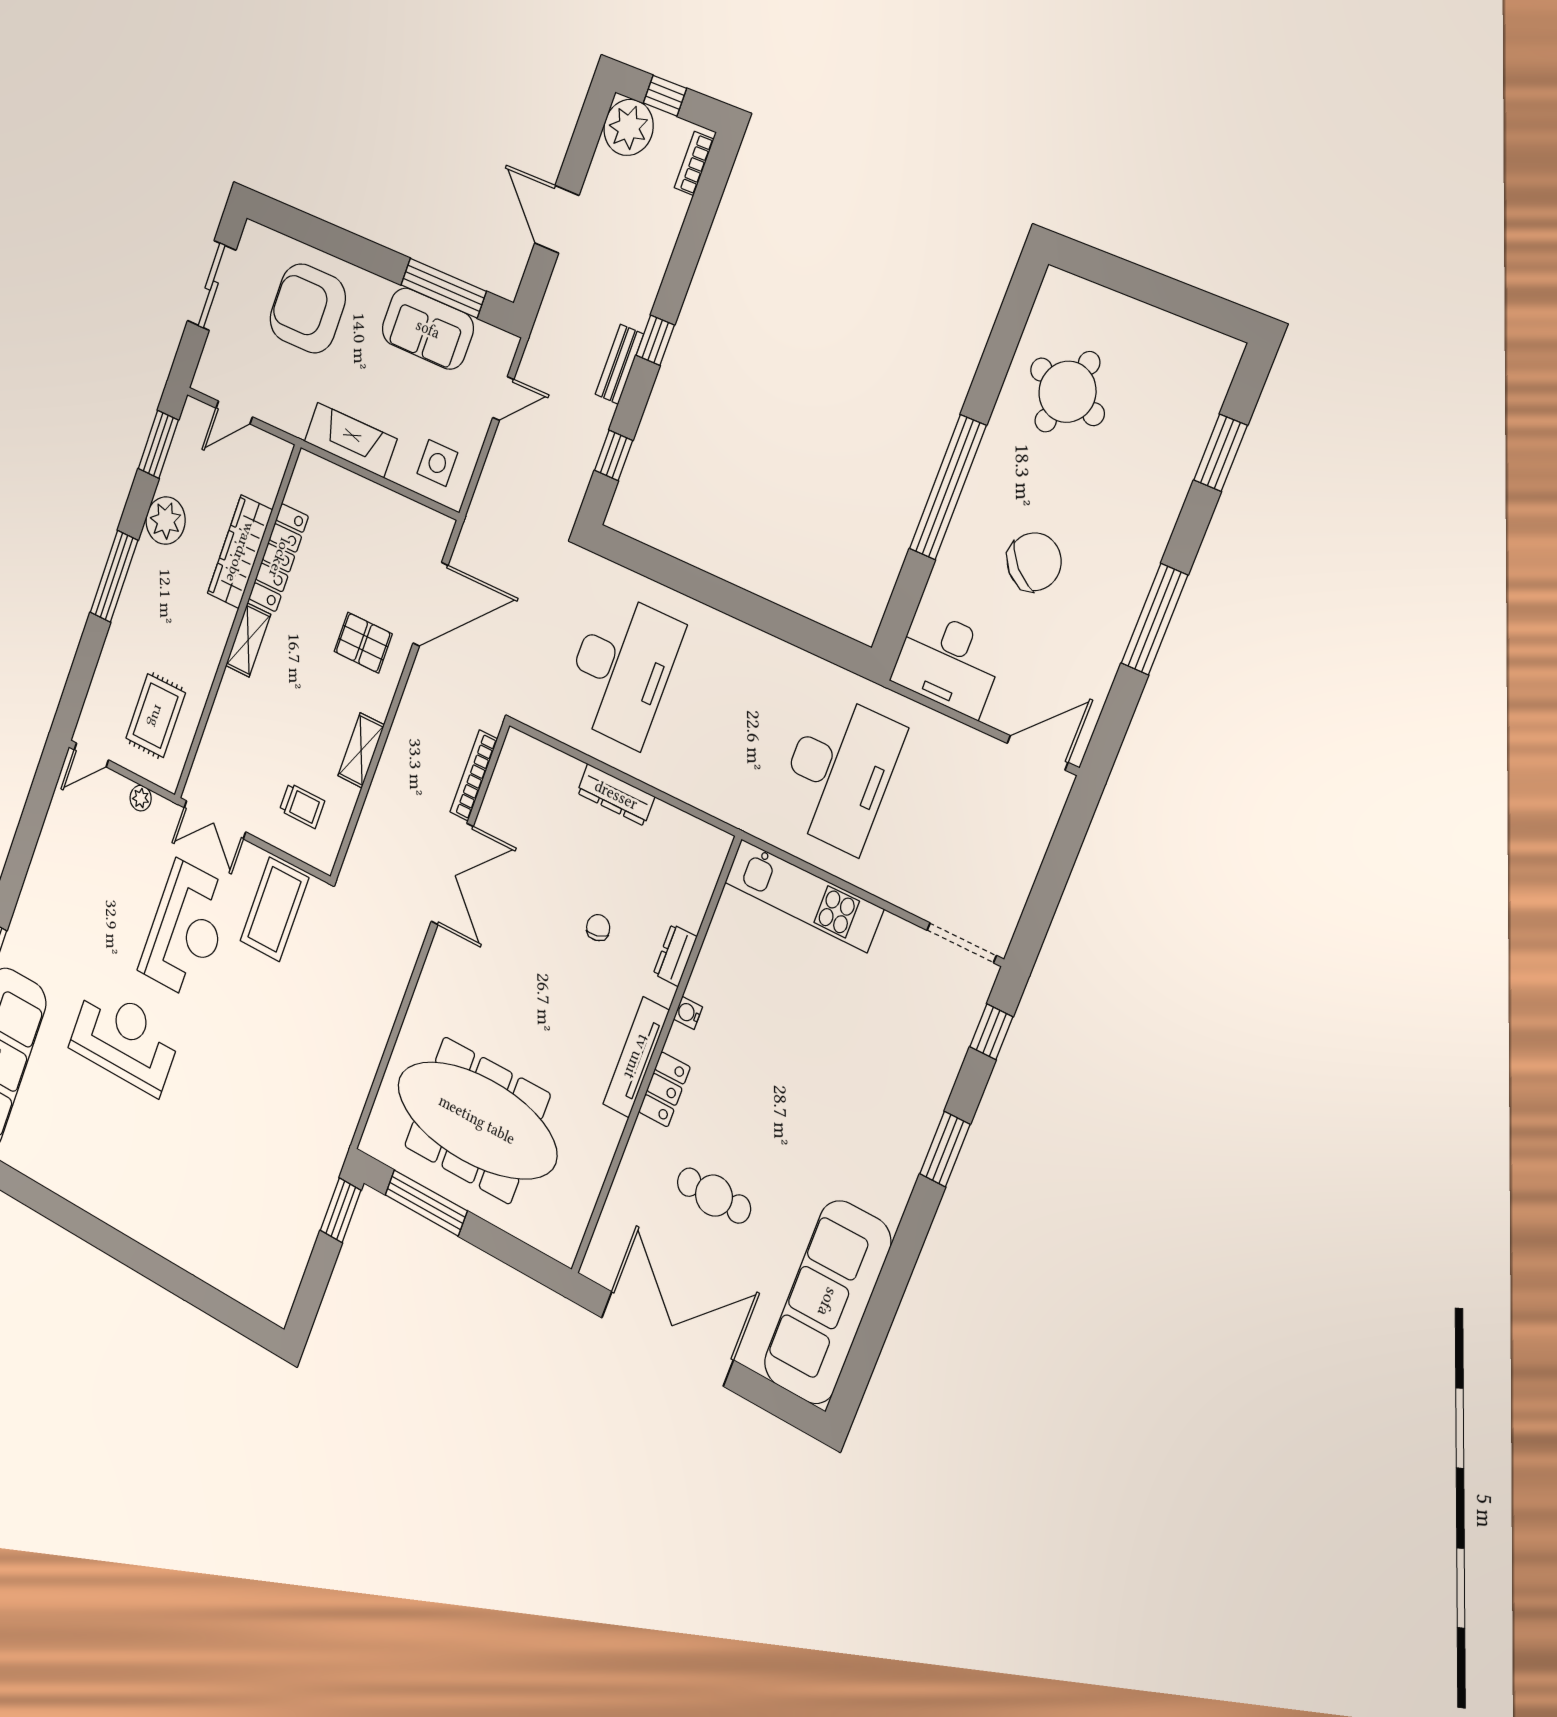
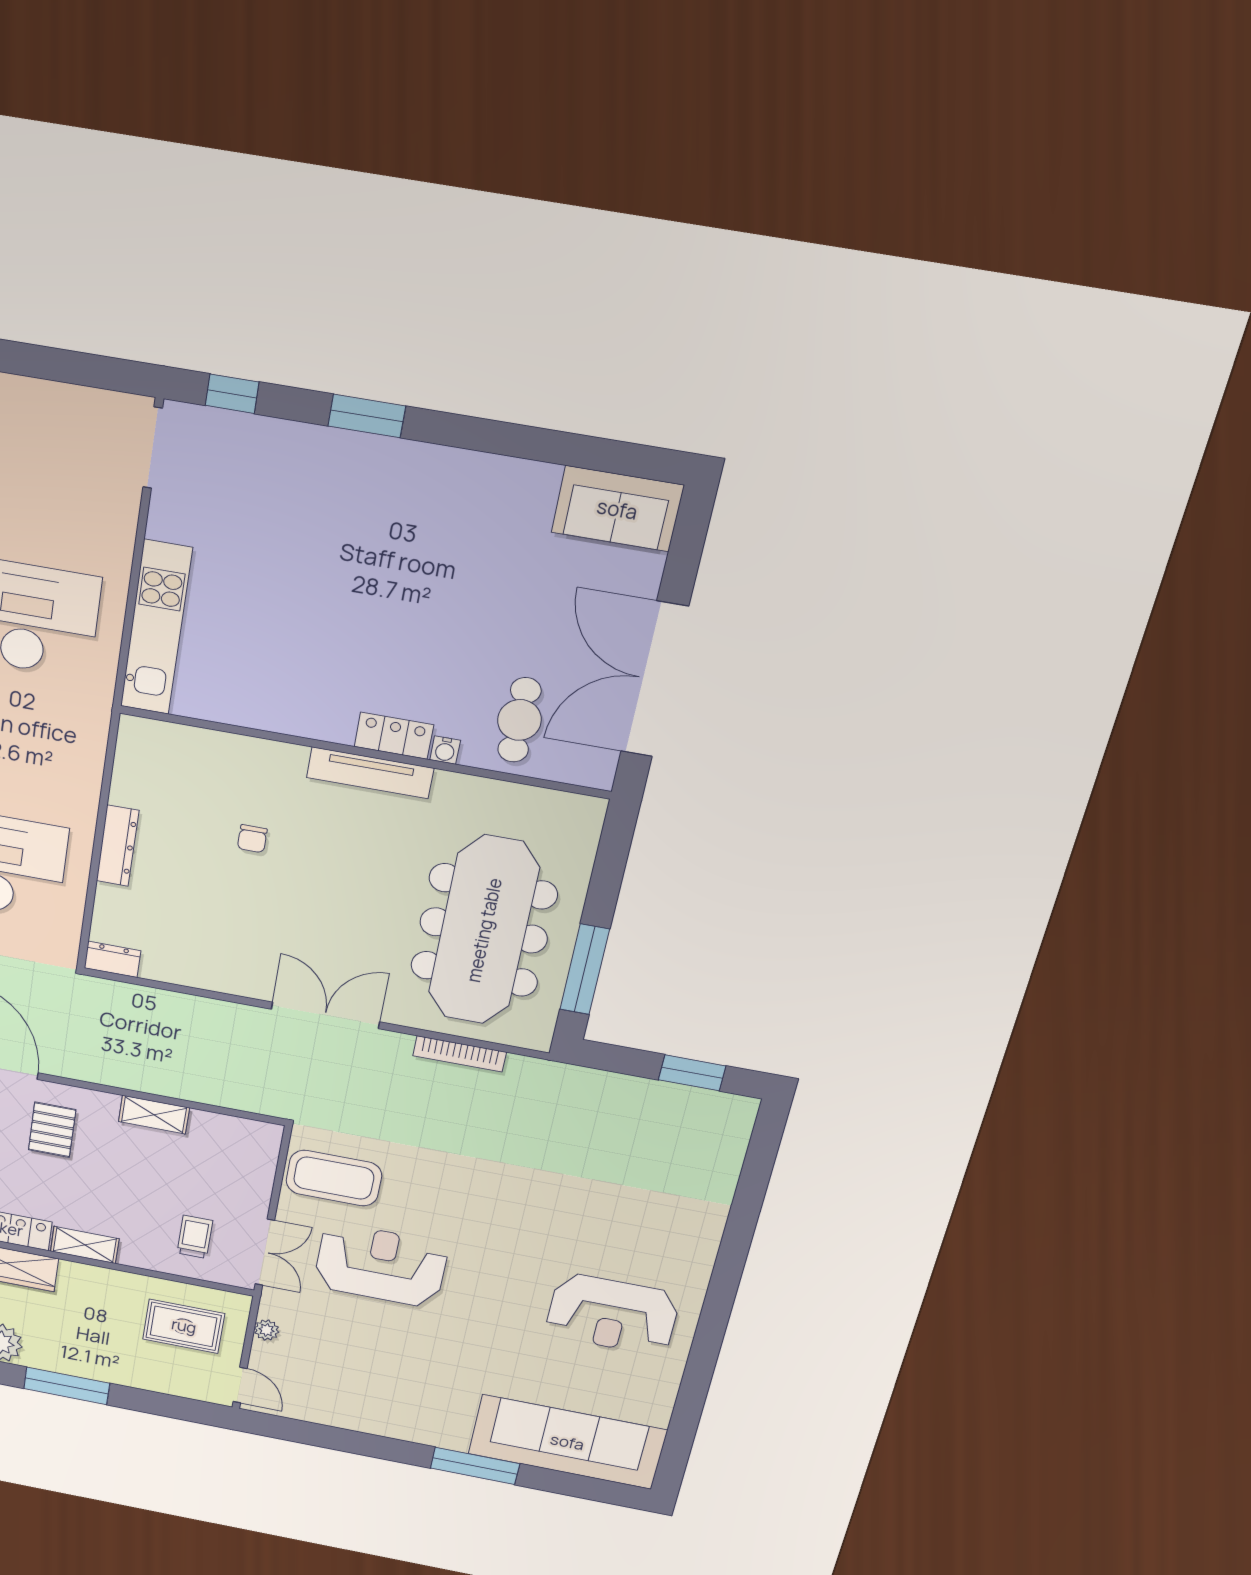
bookcase: (474, 775) -> (460, 1054), moved
trolley: (302, 806) -> (195, 1237), moved
double door: (452, 874) -> (325, 1015), moved
chair: (598, 928) -> (252, 839), turned -77
dresser: (675, 955) -> (112, 959), moved, turned 180
water cooler: (688, 1013) -> (445, 750), moved
reception desk: (125, 1039) -> (612, 1314), moved, turned -90
cafe table: (714, 1196) -> (519, 720), moved
window: (341, 1210) -> (692, 1073), moved
sofa: (827, 1302) -> (617, 509), width x0.54, depth x0.79

